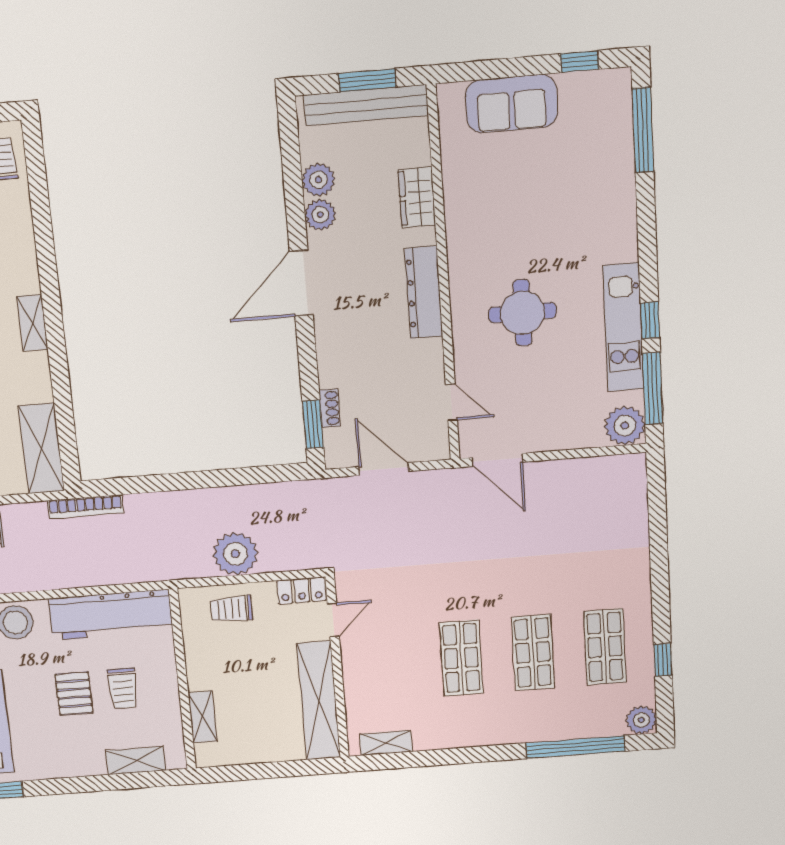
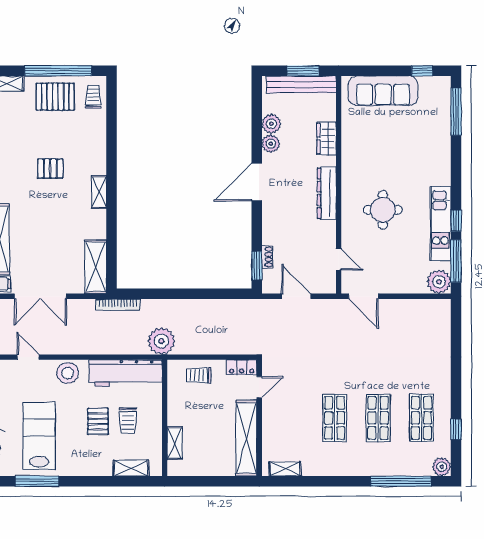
sofa: (512, 104) -> (383, 91), width x1.36
plant: (235, 554) -> (161, 341), moved

